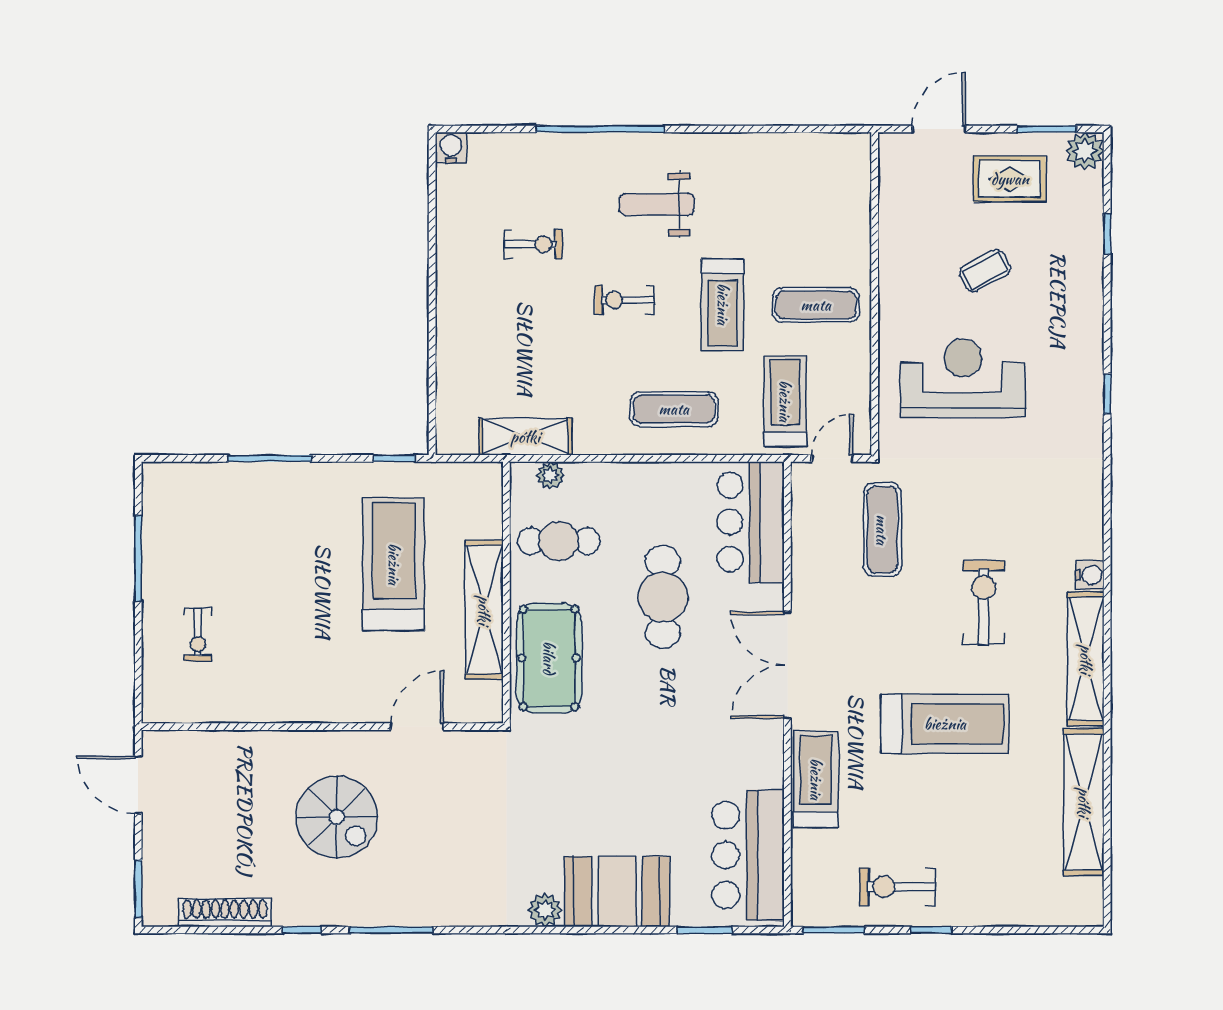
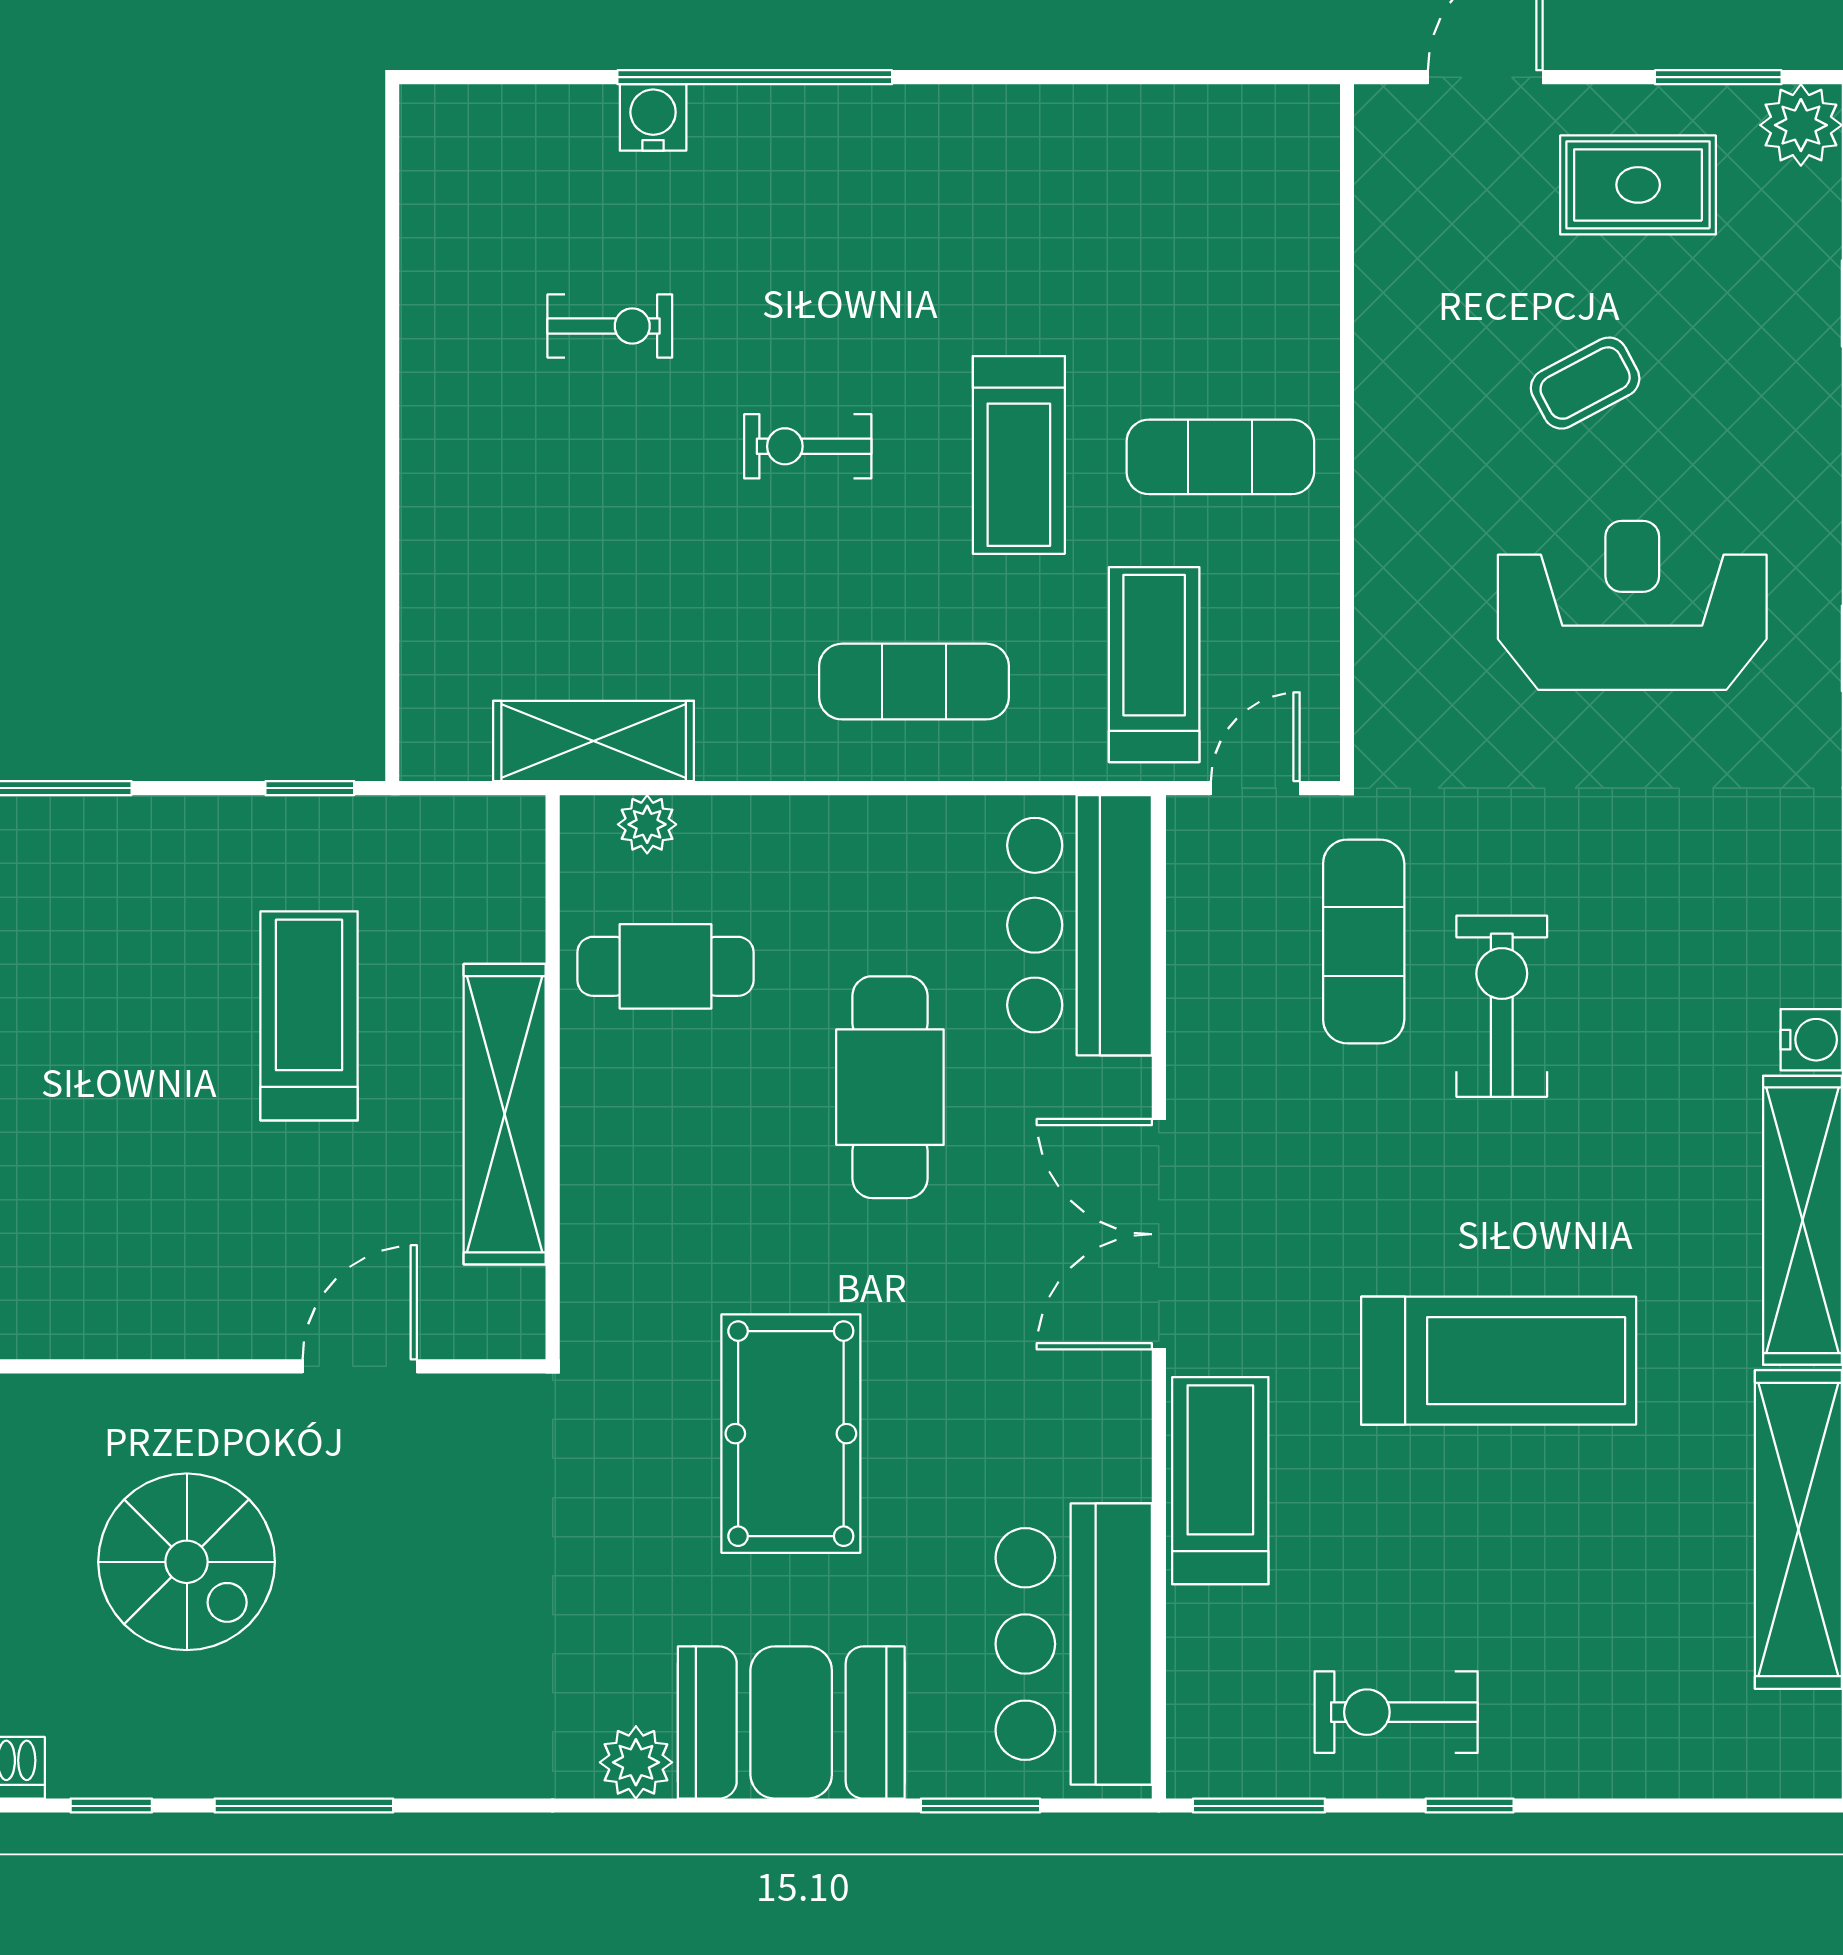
water cooler: (451, 148) -> (653, 117), moved
weight bench: (657, 204) -> (877, 240), removed
reception desk: (963, 378) -> (1632, 605), moved
treadmill: (394, 564) -> (309, 1016), width x0.73, depth x0.73
exercise bike: (984, 603) -> (1502, 1006), moved
pool table: (549, 658) -> (791, 1434), moved

